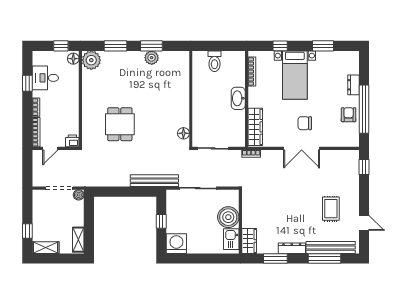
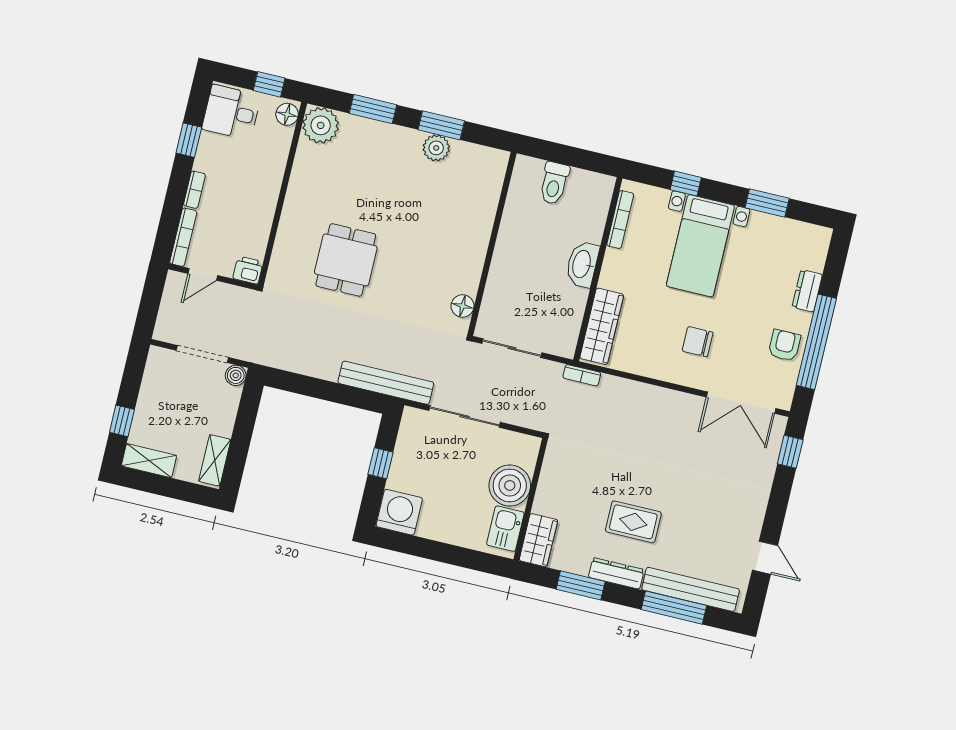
desk: (45, 78) -> (231, 112), moved
double door: (302, 148) -> (741, 403), moved
rug: (331, 209) -> (633, 522), moved, turned 90

